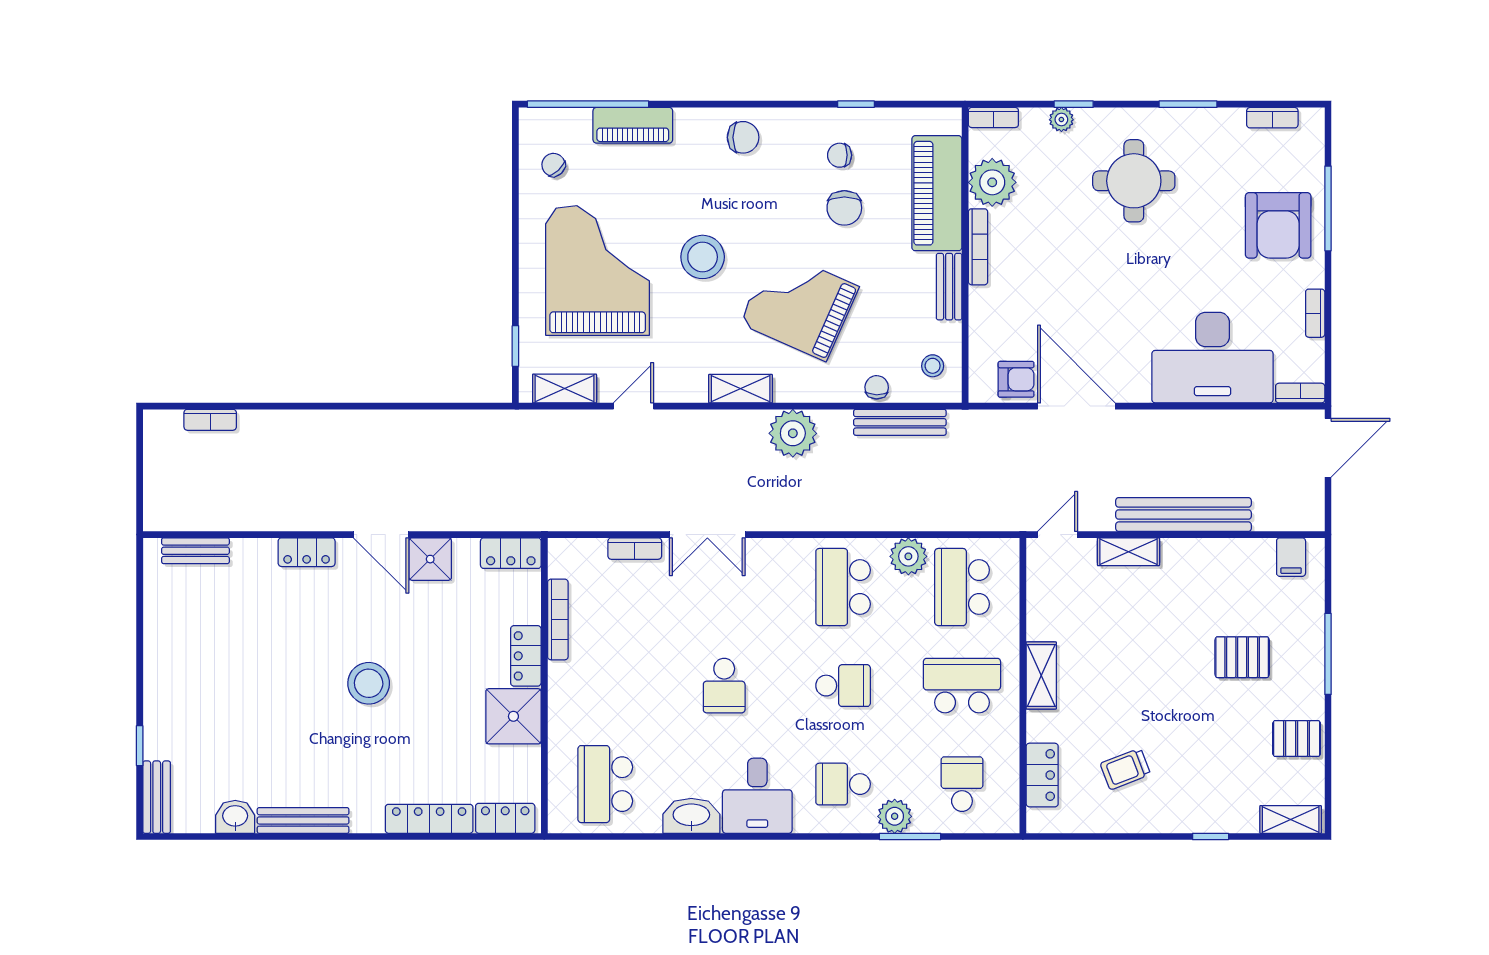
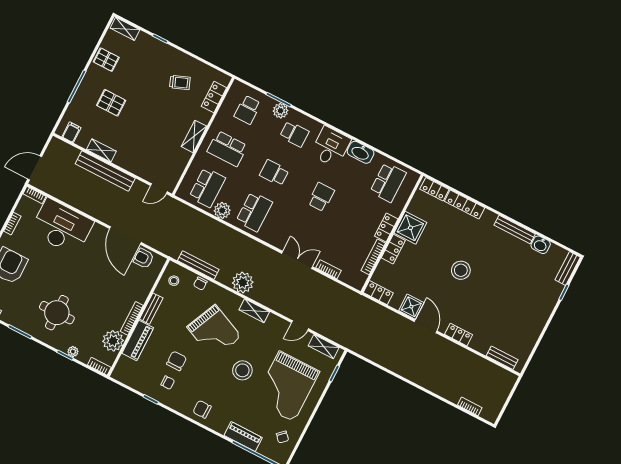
piano: (937, 193) -> (138, 341), width x0.73, depth x0.75
shelving: (1128, 552) -> (101, 150), moved
locker: (562, 692) -> (386, 227), added

